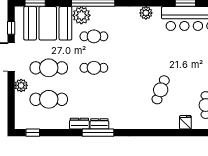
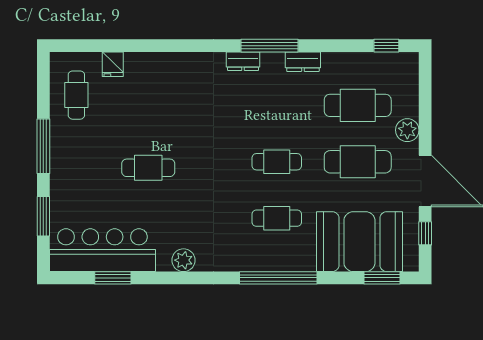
plant: (81, 15) -> (299, 256), removed
cafe table: (161, 90) -> (148, 168), moved, turned 69
dresser: (99, 124) -> (243, 61), moved

